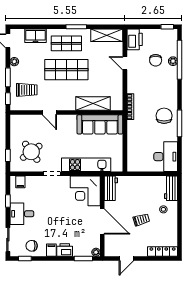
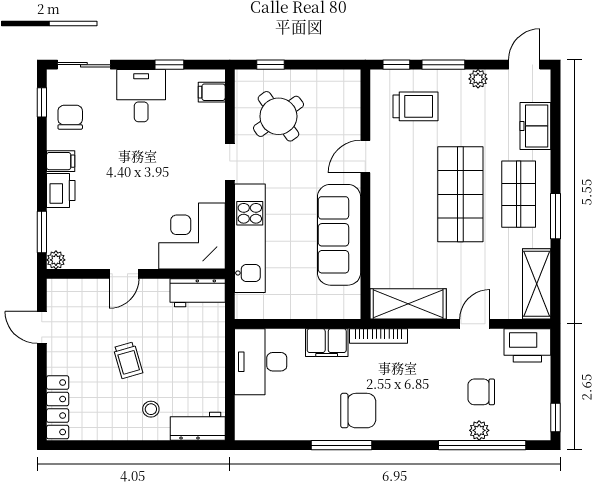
trolley: (27, 90) -> (415, 106), turned -90
shelving: (93, 104) -> (408, 304), moved, turned 90
sofa: (100, 124) -> (339, 235), moved
filing cabinet: (133, 130) -> (327, 343), added
desk: (166, 157) -> (261, 362), moved, turned 90
door: (102, 221) -> (124, 274), width x0.53

